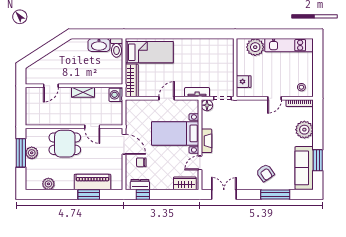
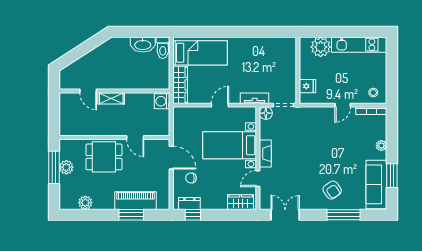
door: (51, 86) -> (88, 91), hinge flipped
shelving: (83, 92) -> (111, 98), moved
plant: (304, 130) -> (381, 146), width x0.53, depth x0.53

